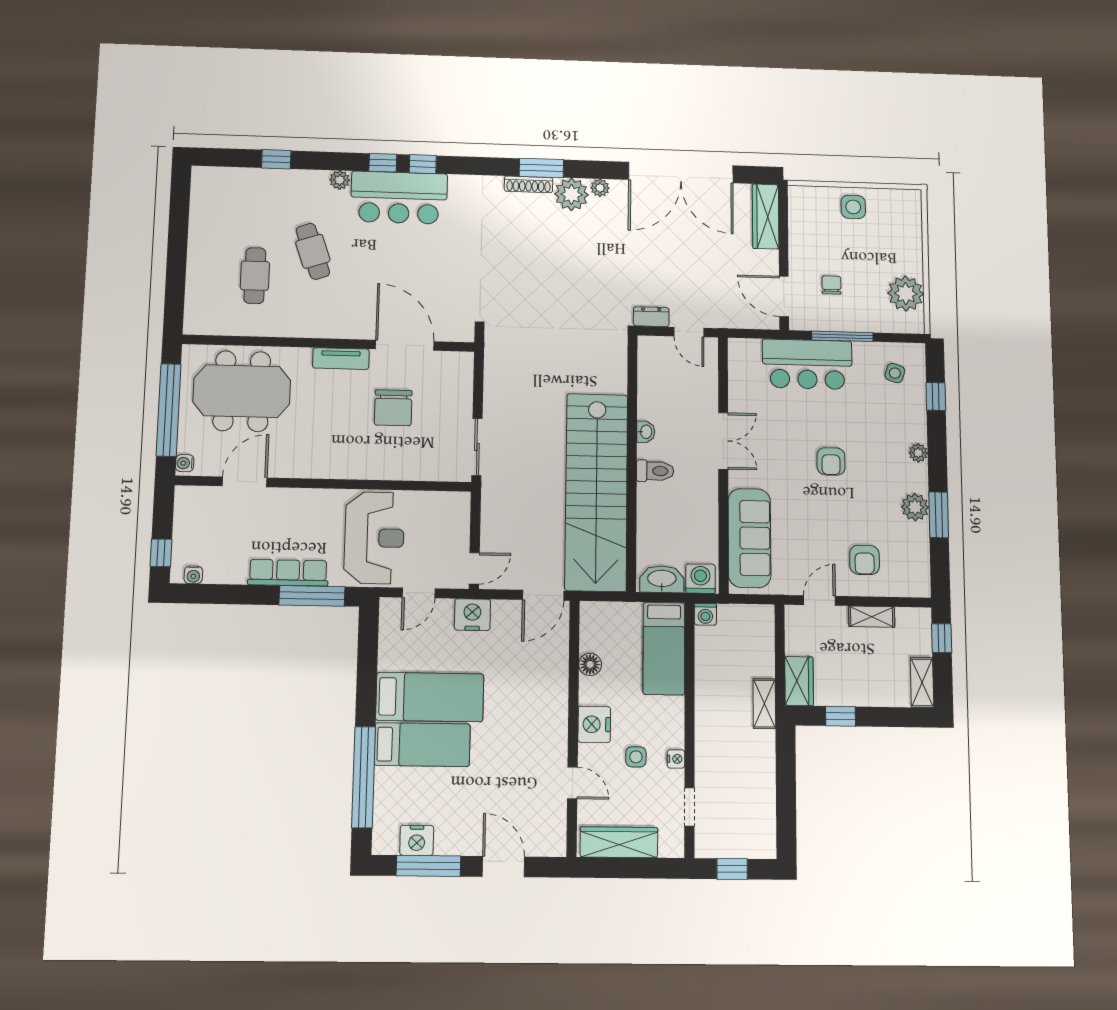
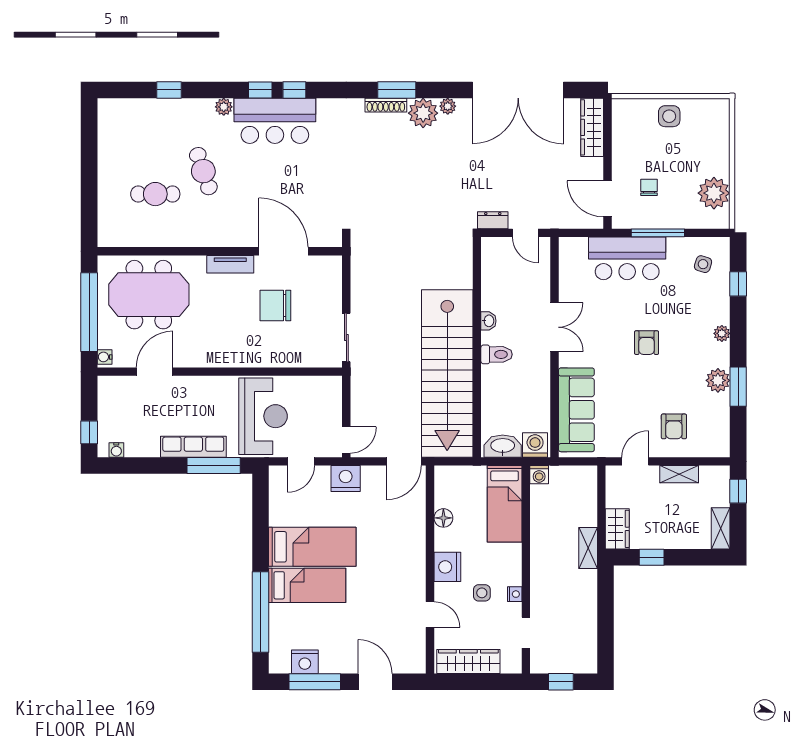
cafe table: (255, 276) -> (155, 194), turned 90
chair: (393, 408) -> (275, 306), turned 90

